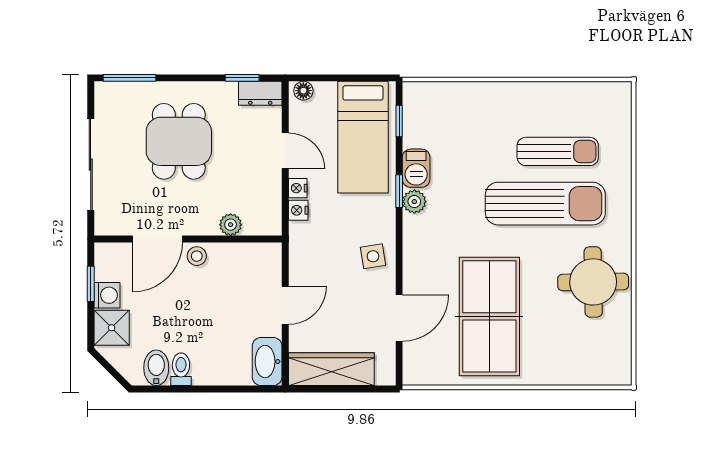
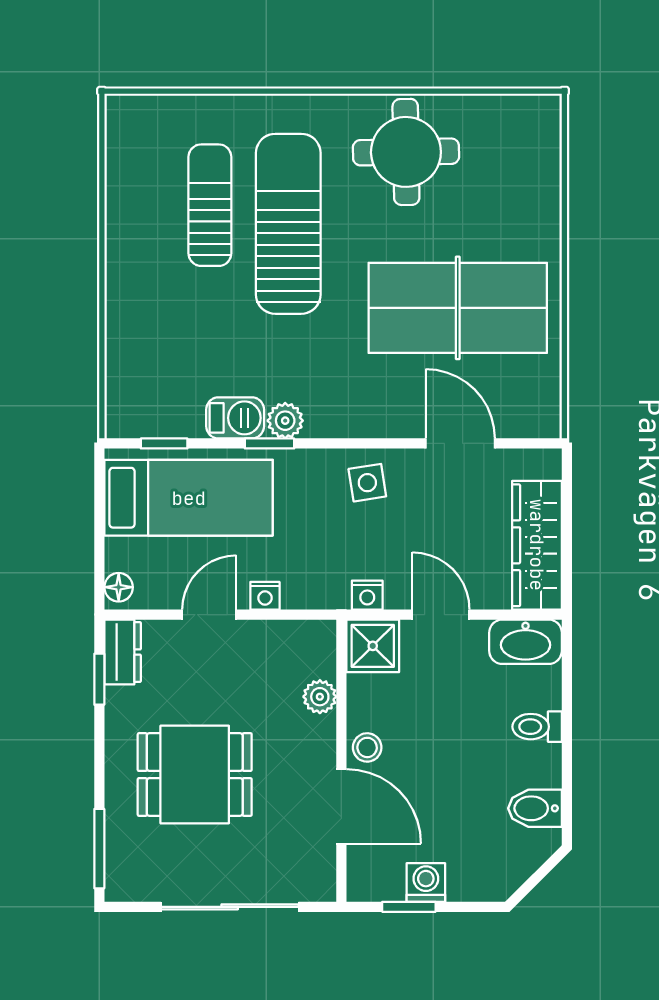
nightstand: (298, 210) -> (367, 595), moved
shower: (112, 328) -> (373, 646), moved
toilet: (181, 369) -> (537, 727), moved

